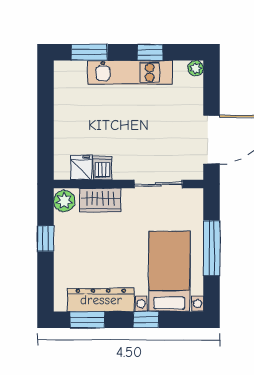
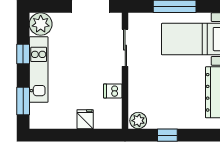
plant: (196, 68) -> (41, 24), width x1.88, depth x1.88
fridge: (81, 168) -> (85, 119), moved, turned 90
wardrobe: (100, 200) -> (138, 93), removed

